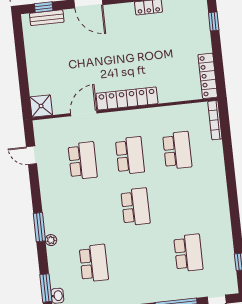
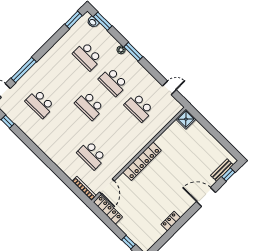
door: (84, 113) -> (107, 187), moved
school desk: (130, 155) -> (113, 82), moved

